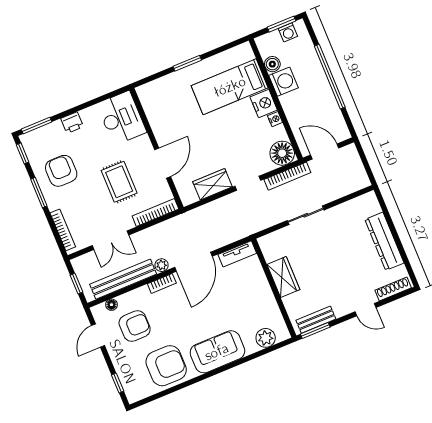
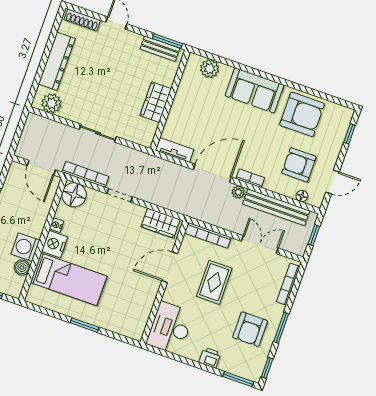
wardrobe: (213, 184) -> (161, 223), moved
plant: (360, 206) -> (52, 103), added
armchair: (166, 366) -> (302, 114), turned 180

